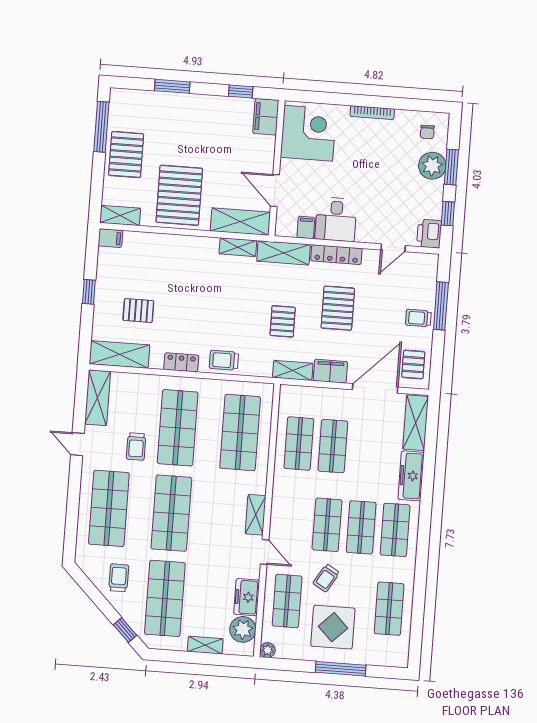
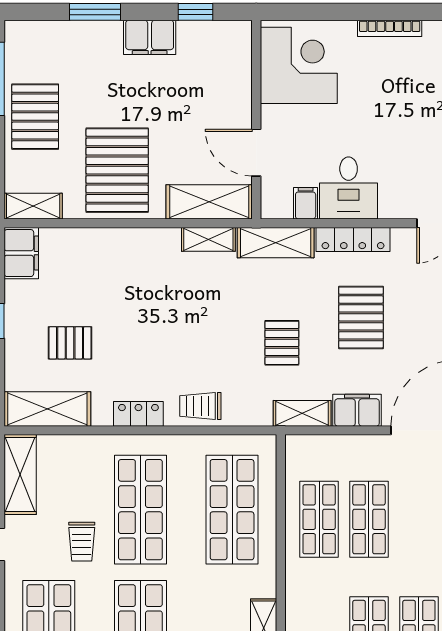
filing cabinet: (266, 117) -> (150, 37), moved, turned -90
filing cabinet: (110, 238) -> (21, 253), width x2.00

